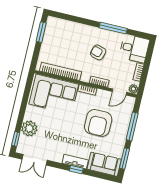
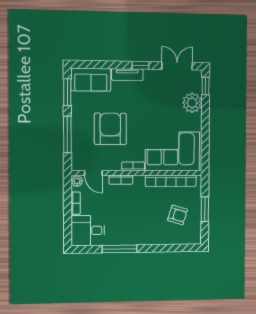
window: (41, 32) -> (205, 209), moved
armchair: (98, 52) -> (178, 215), moved
door: (119, 92) -> (93, 173), swing flipped
window: (76, 170) -> (141, 65), moved

